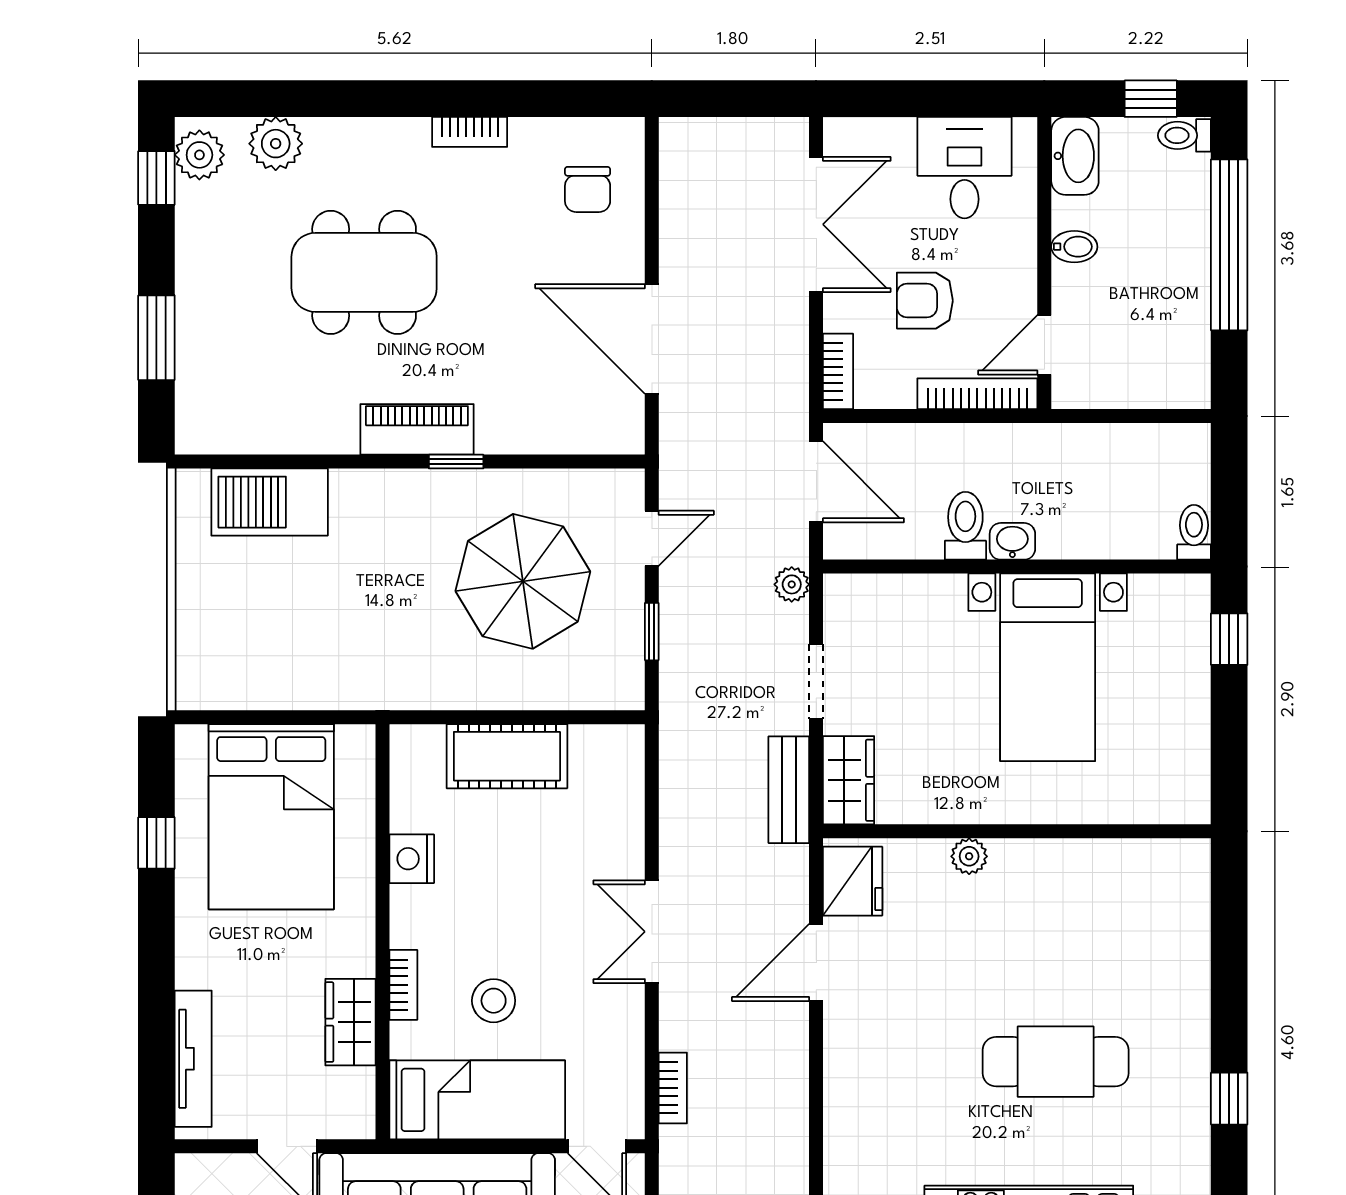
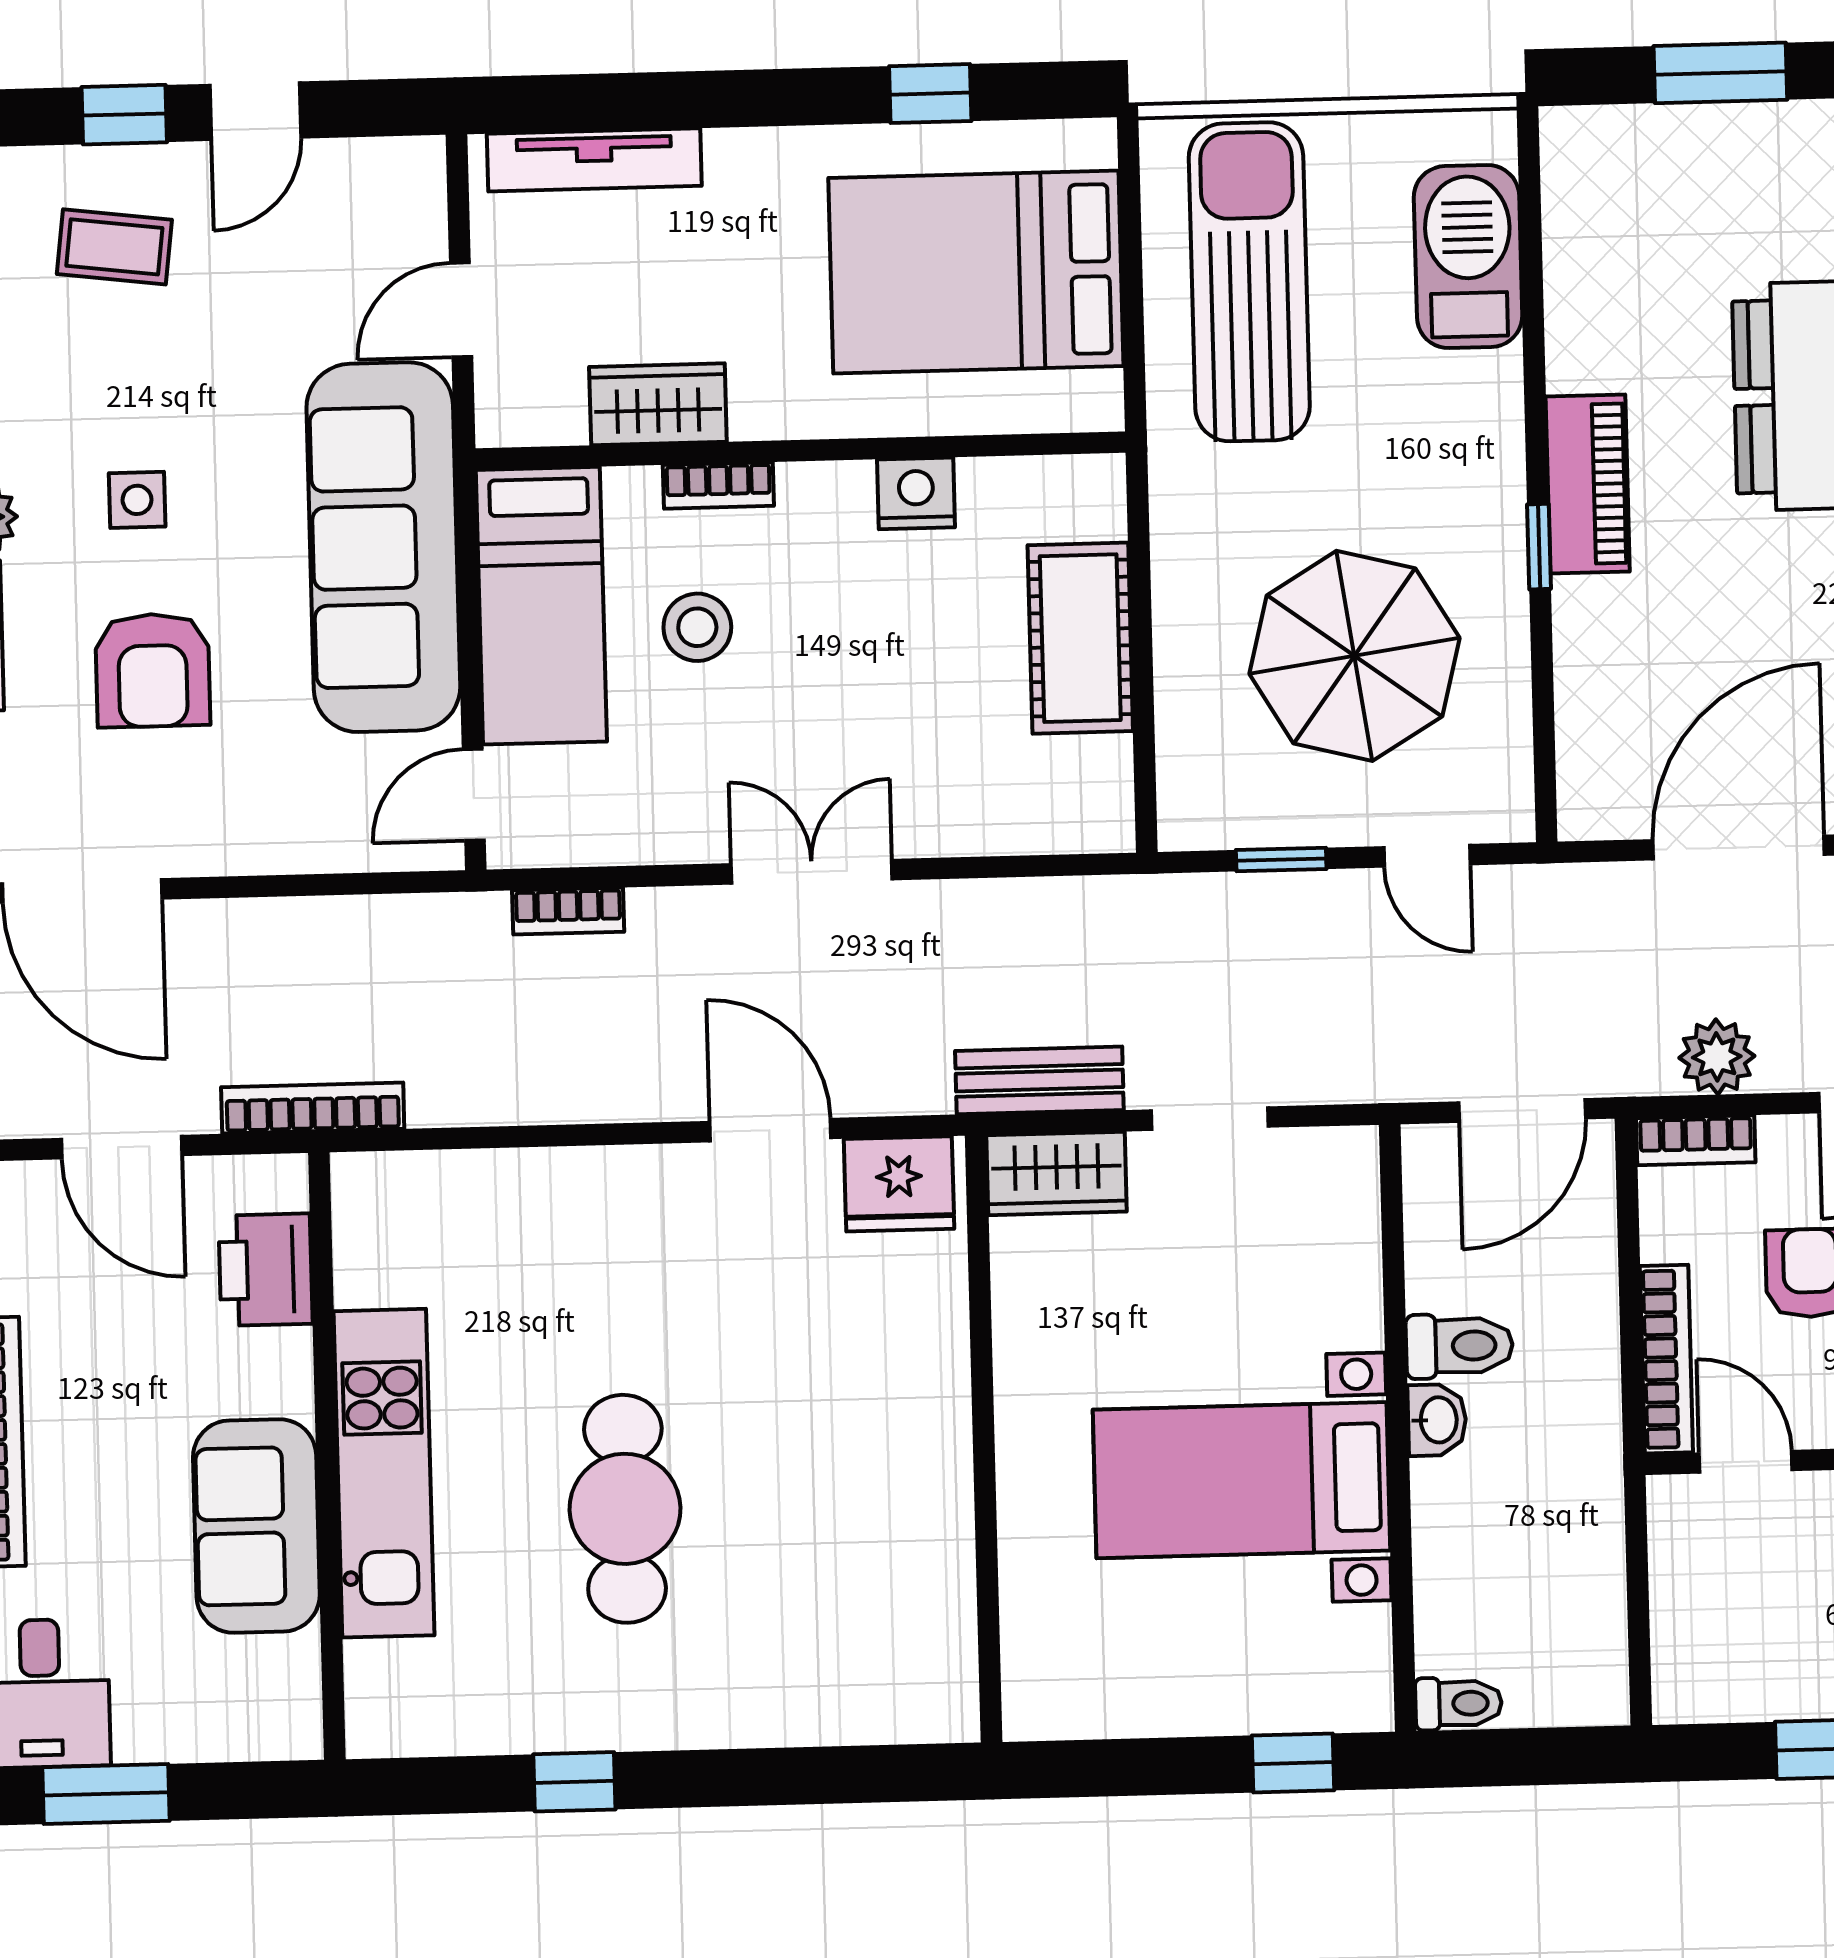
plant: (792, 584) -> (1717, 1057), moved, width x1.38, depth x1.38
sun lounger: (282, 642) -> (1249, 282), added
plant: (969, 856) -> (943, 1365), removed

